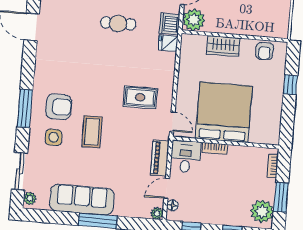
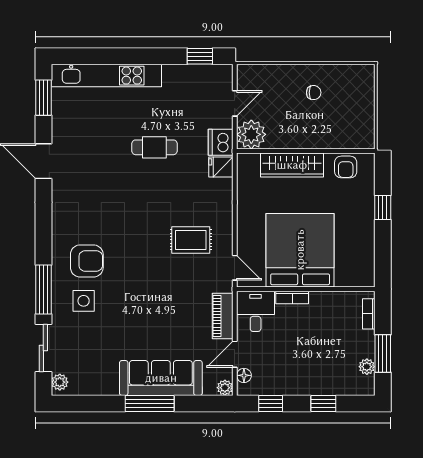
wardrobe: (223, 46) -> (292, 165), width x1.50
window: (25, 108) -> (43, 289), moved
coffee table: (92, 132) -> (133, 290), removed
sofa: (82, 200) -> (161, 378), moved
plant: (262, 211) -> (367, 367), width x0.53, depth x0.53

